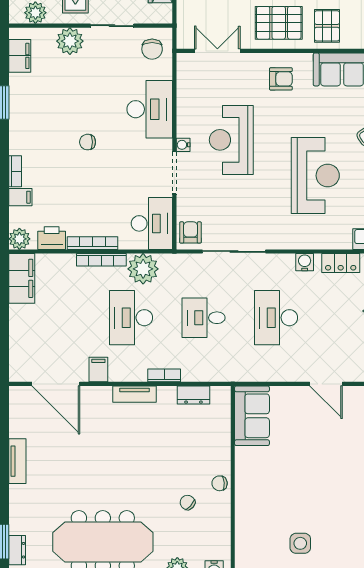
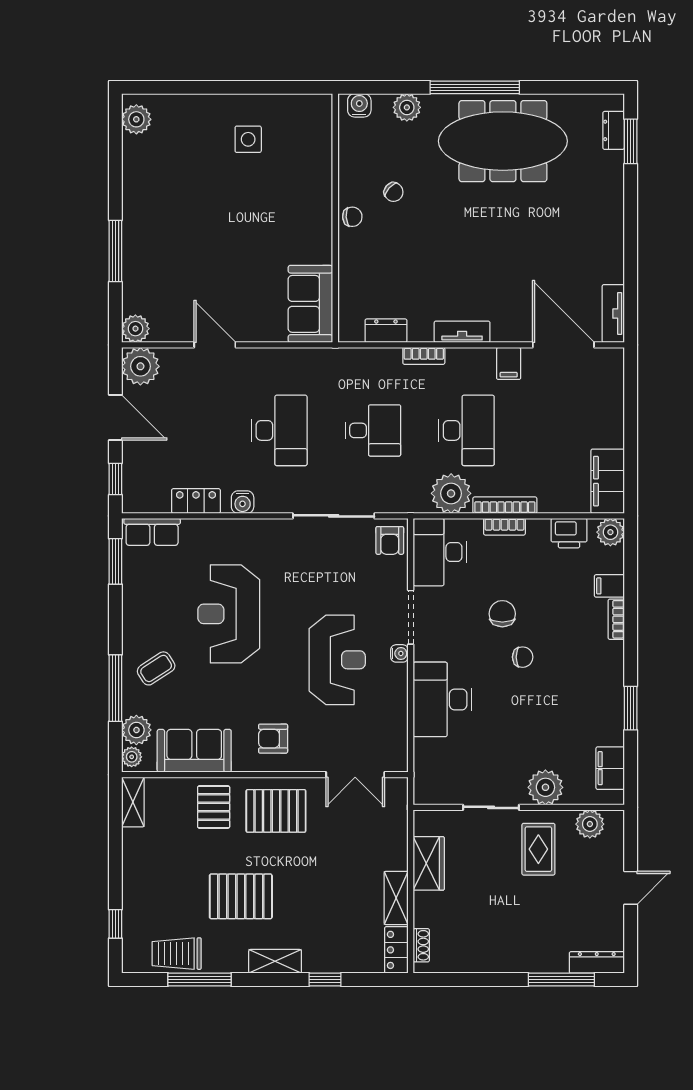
chair: (152, 49) -> (502, 614), moved
bookcase: (93, 243) -> (504, 527), width x0.64
tv unit: (17, 461) -> (613, 314), moved

